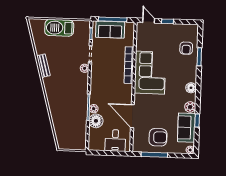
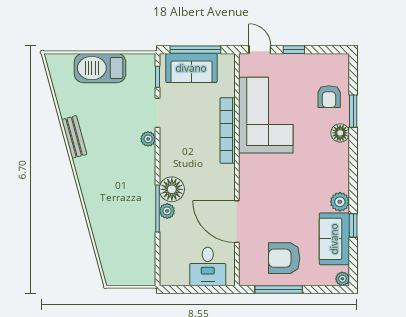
corner sofa: (150, 73) -> (266, 115), moved
floor lamp: (191, 88) -> (340, 133), moved
floor lamp: (96, 121) -> (172, 189), moved
armchair: (158, 137) -> (284, 258), turned 180

